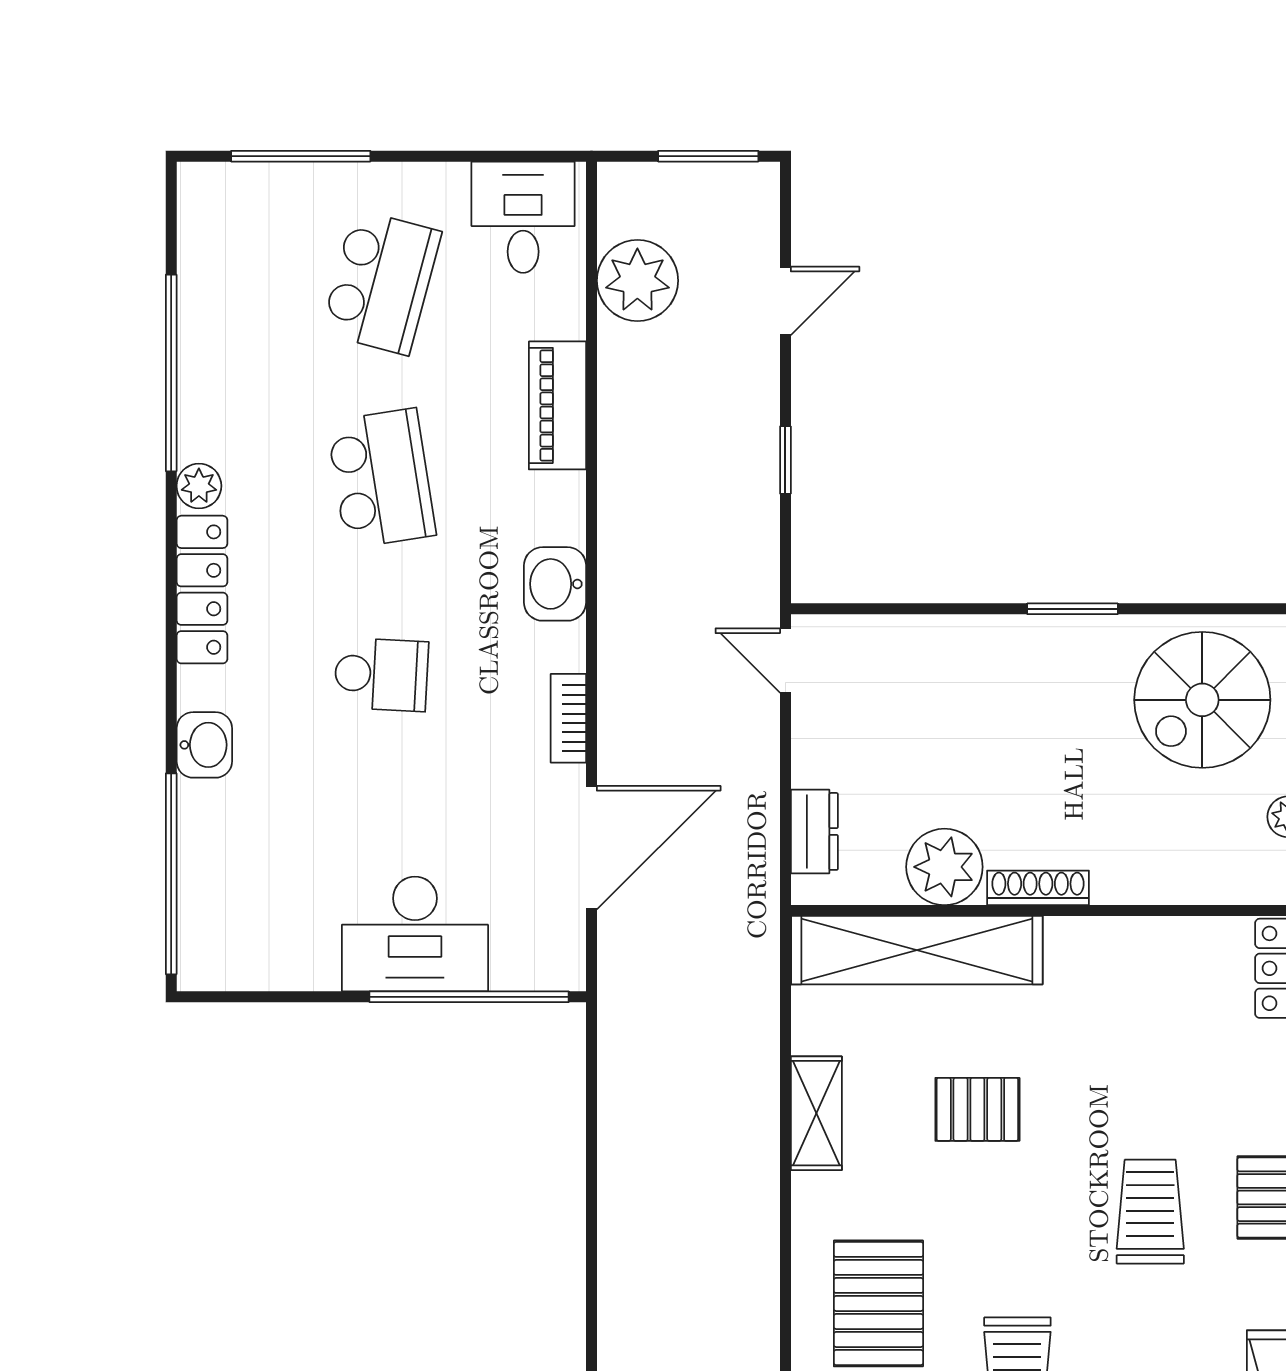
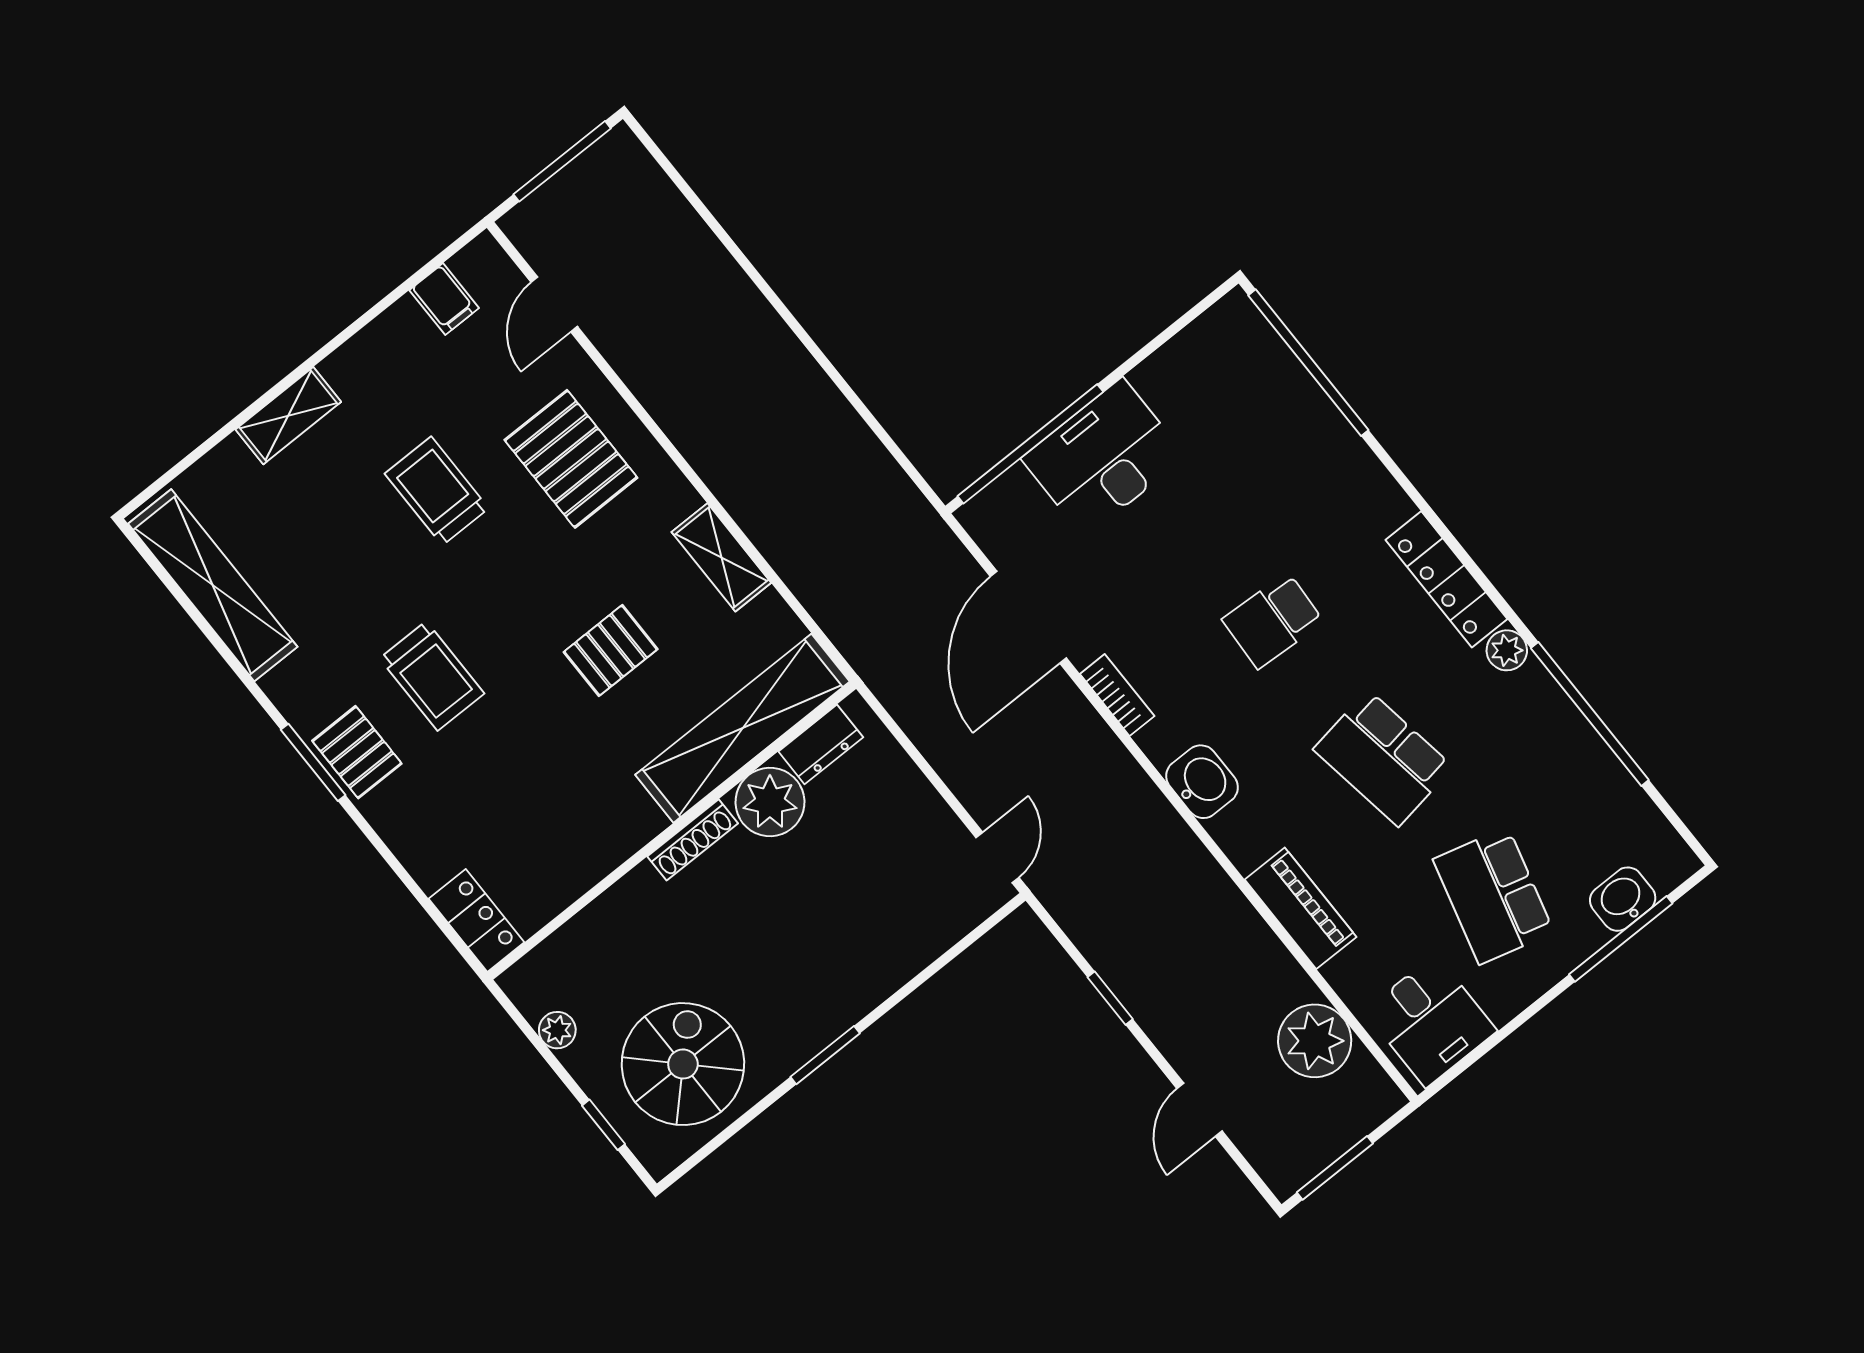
door: (785, 661) -> (997, 857), hinge flipped
washbasin: (204, 745) -> (1623, 899), moved, turned 90
dresser: (814, 831) -> (821, 744), moved, turned -90

